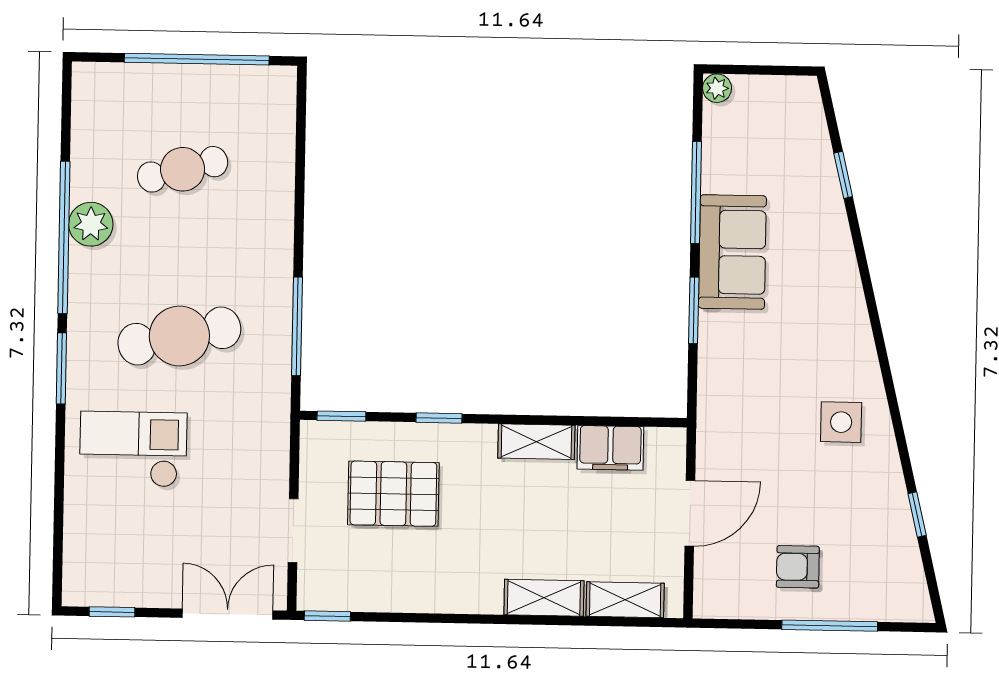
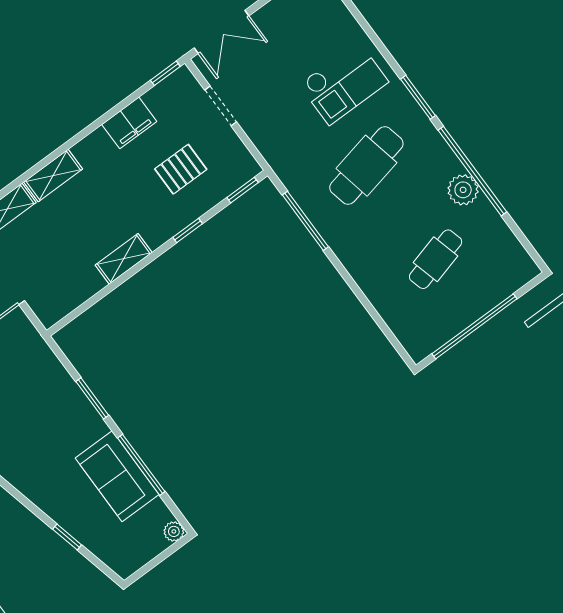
sofa: (732, 252) -> (117, 476), moved
filing cabinet: (610, 448) -> (129, 123), moved, turned 180
pallet: (393, 494) -> (181, 169), width x0.67, depth x0.71

